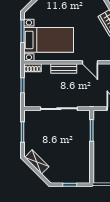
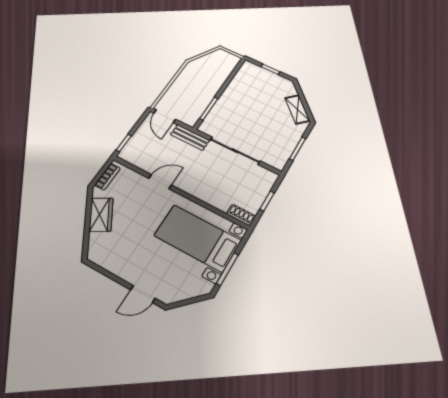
door: (90, 62) -> (160, 182), hinge flipped
bench: (64, 69) -> (190, 137), moved

